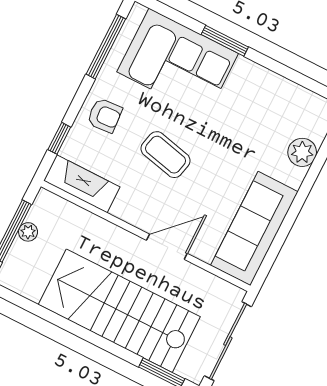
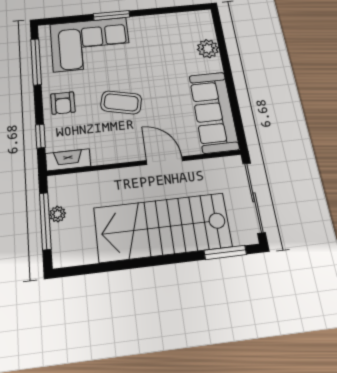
armchair: (105, 115) -> (63, 103), turned 94
fireplace: (82, 184) -> (68, 160), width x0.73, depth x0.76
door: (167, 247) -> (164, 161), hinge flipped

